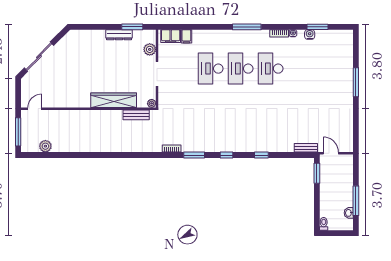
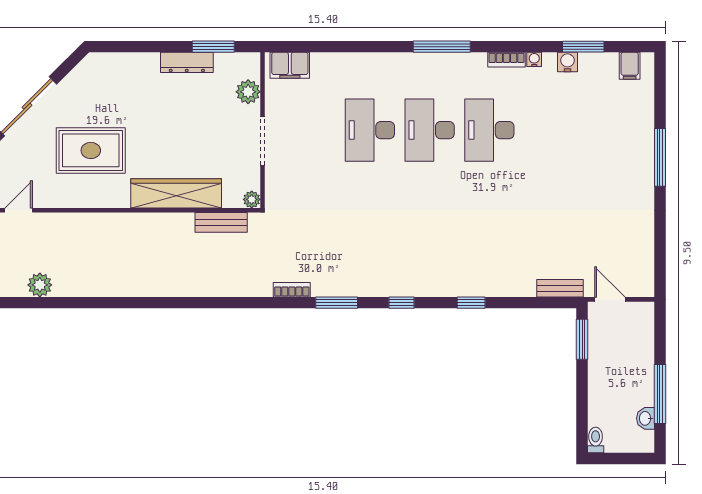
filing cabinet: (186, 36) -> (630, 66), moved
rug: (71, 79) -> (91, 150), added

